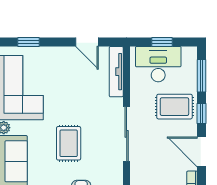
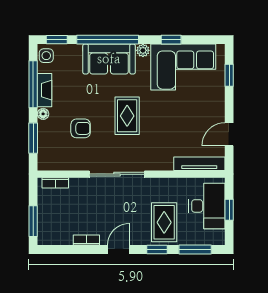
sliding door: (127, 134) -> (117, 174), moved
rug: (69, 143) -> (127, 116), turned 90
door: (201, 152) -> (119, 250), width x0.73

